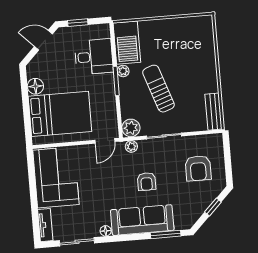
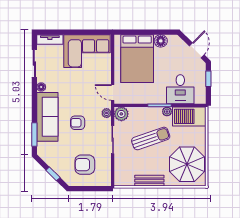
parasol: (187, 41) -> (187, 164), added
bench: (213, 112) -> (149, 181), moved

